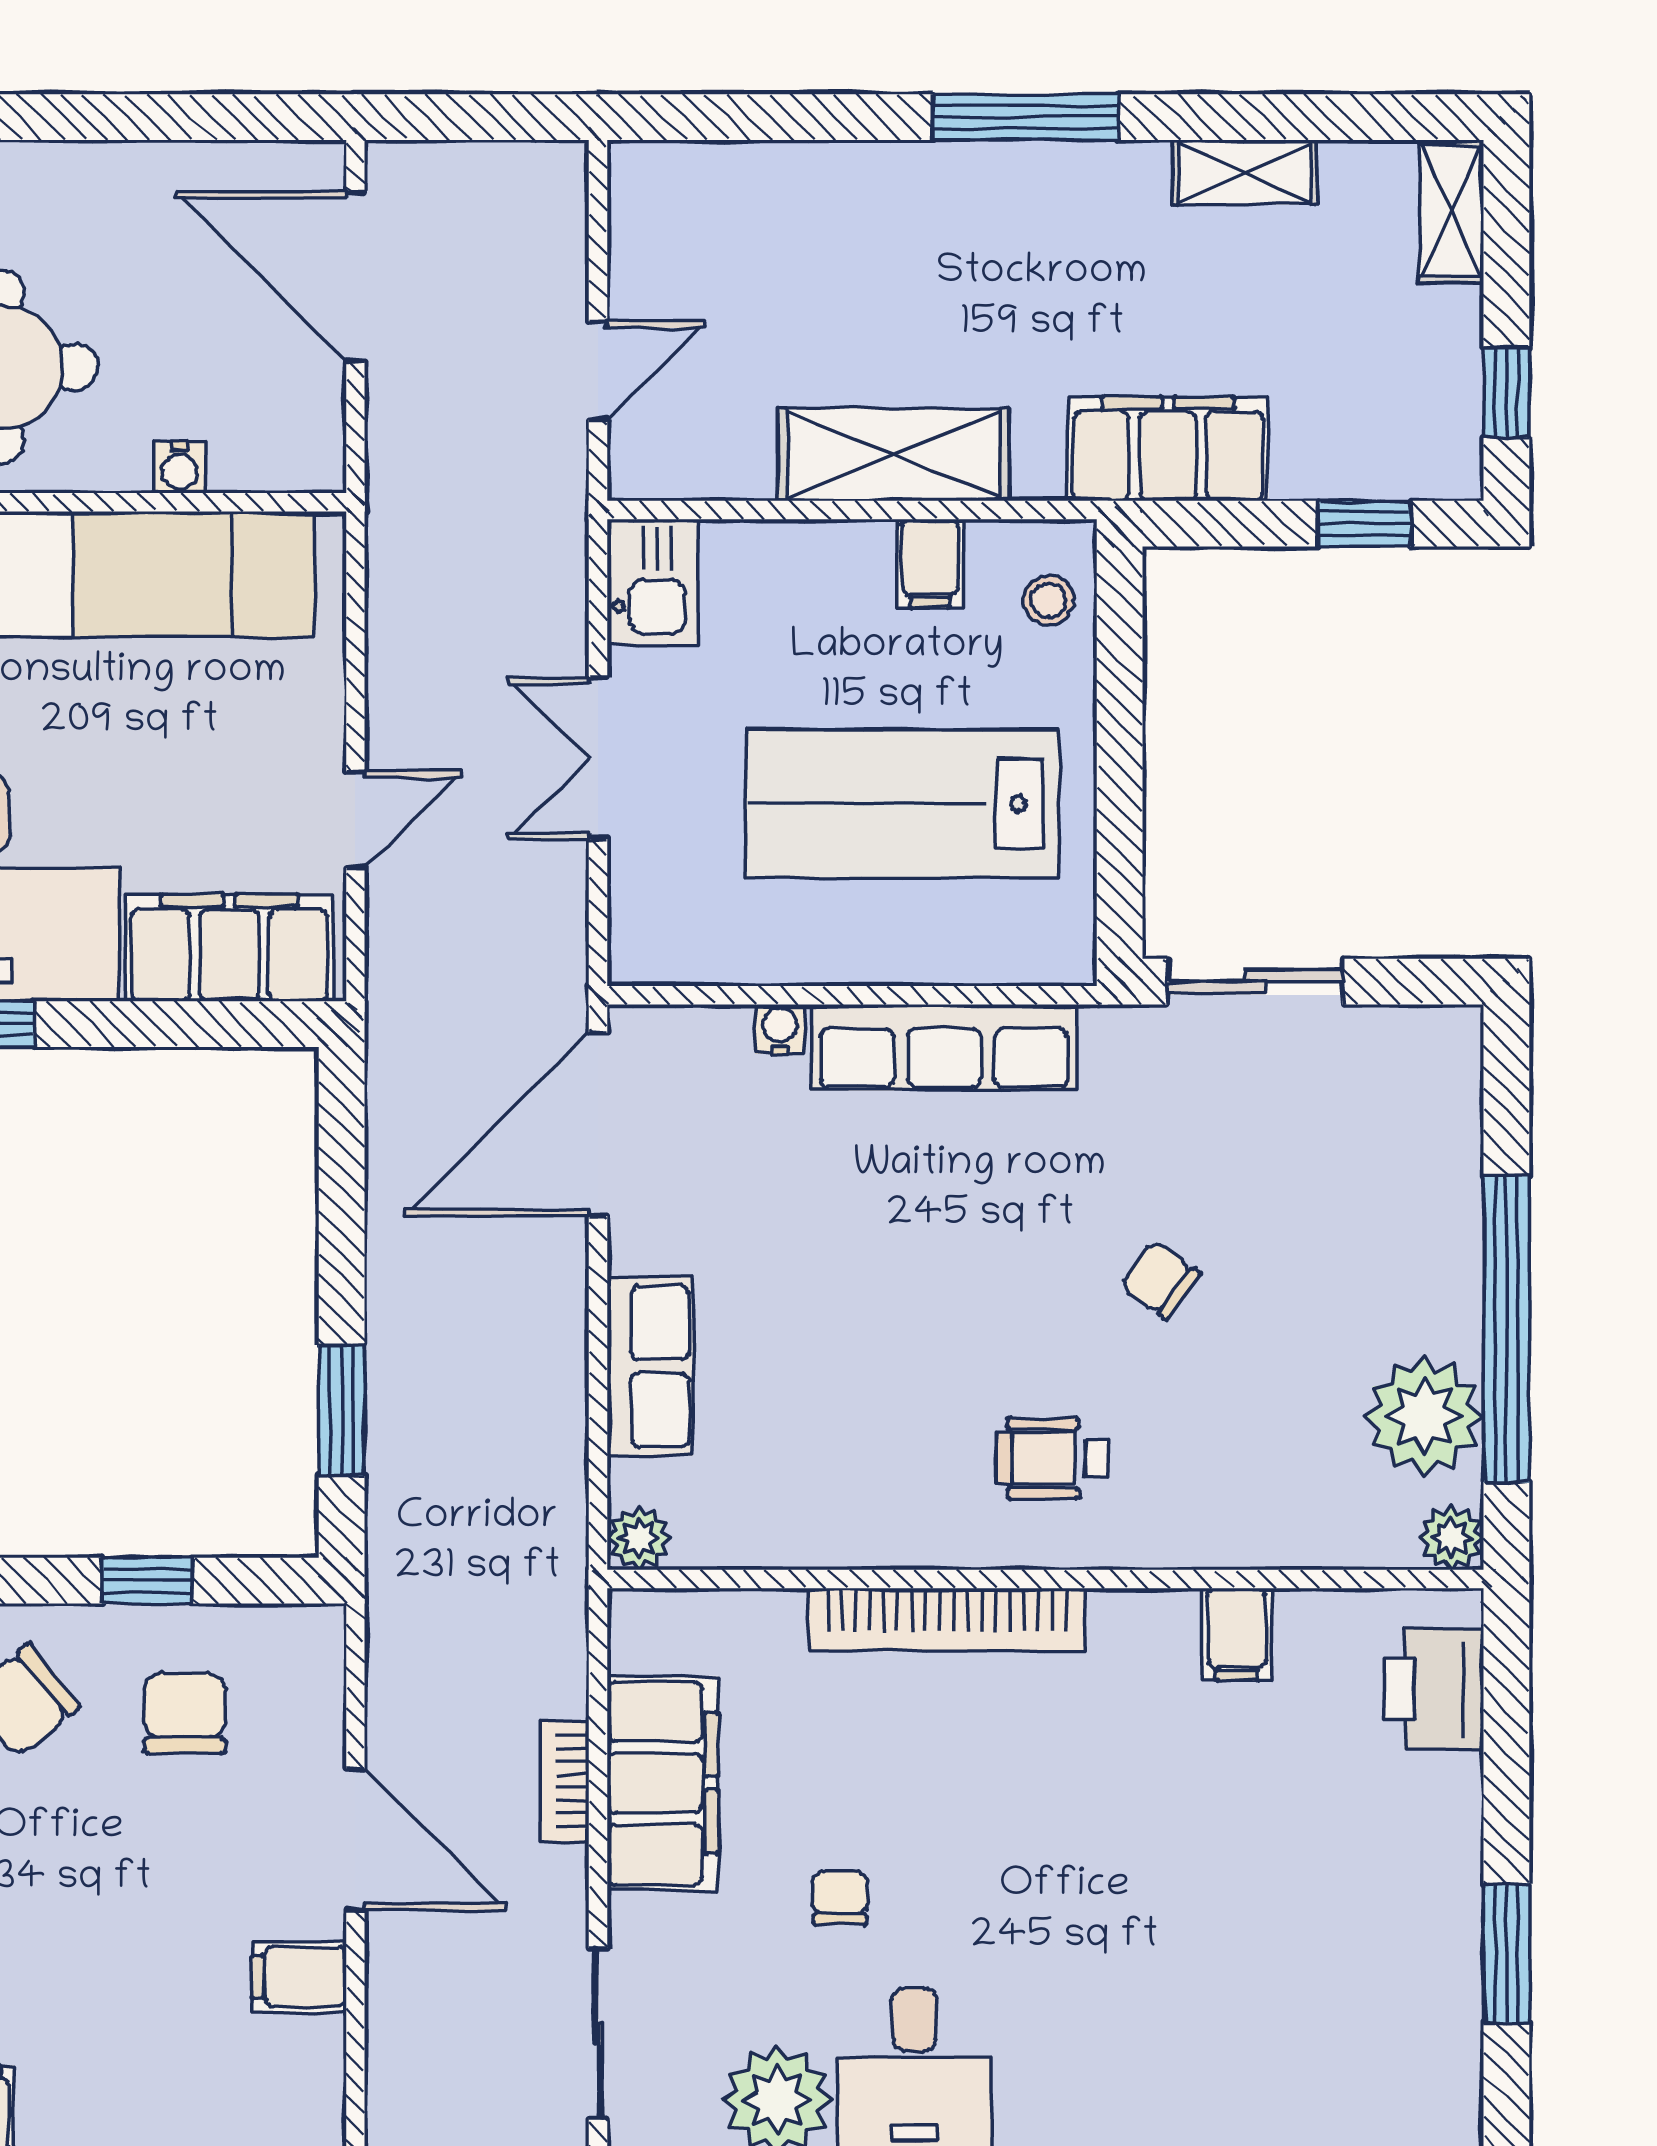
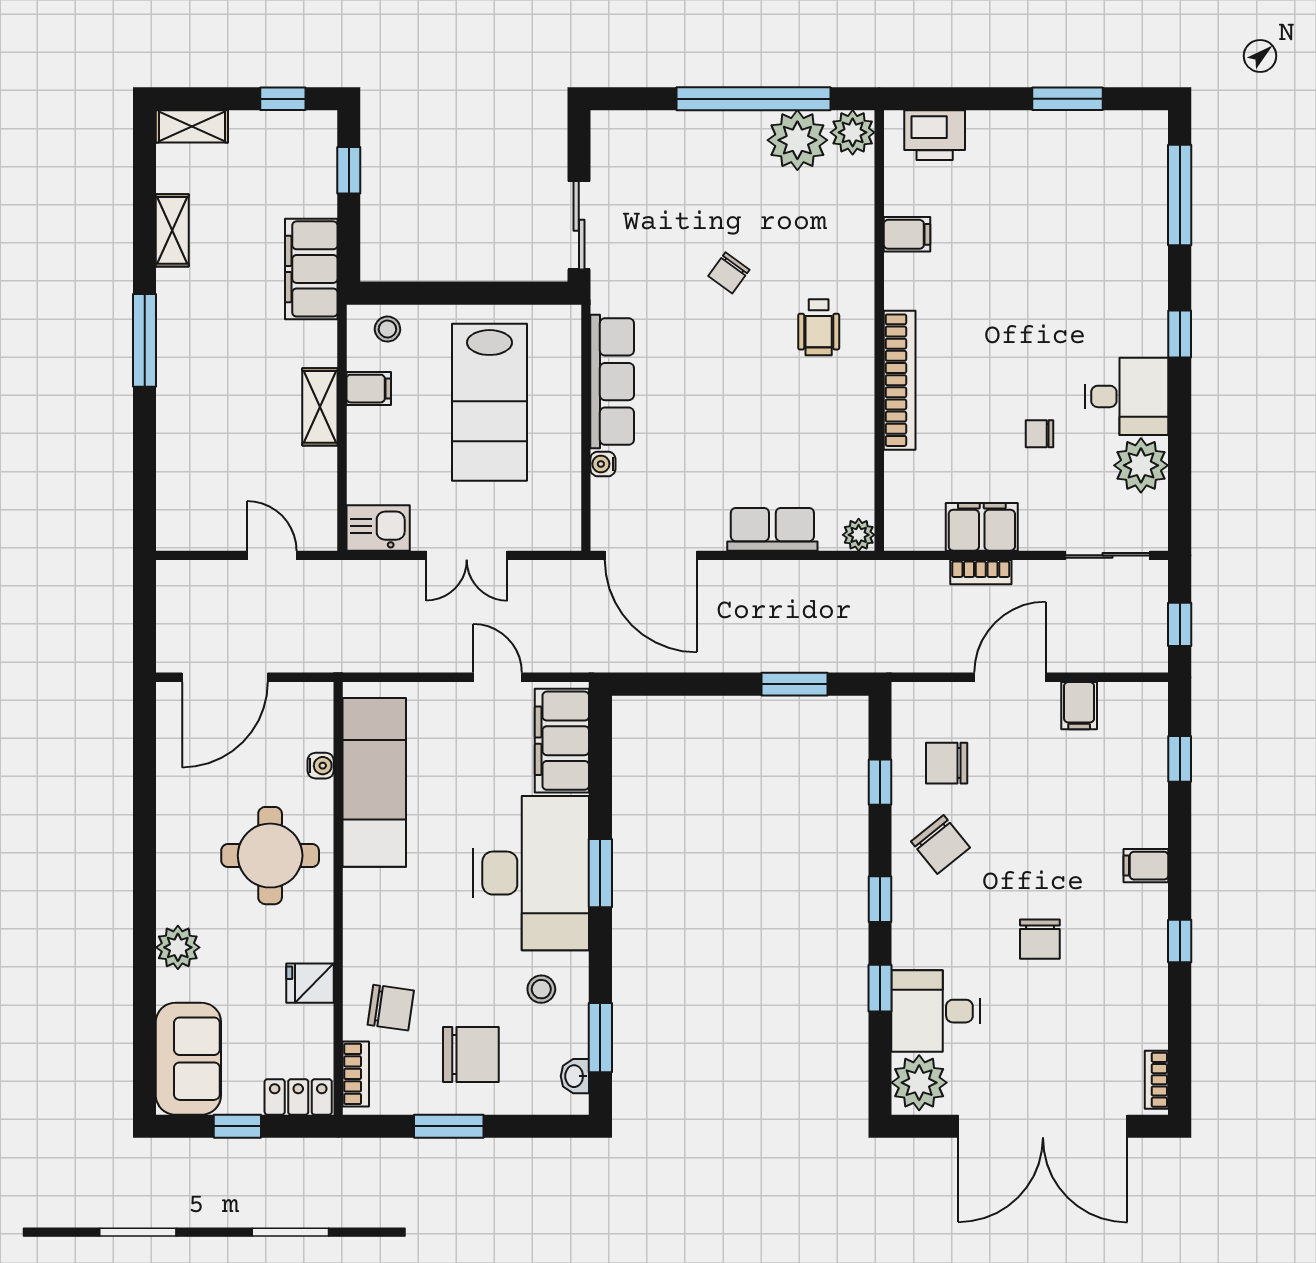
shelving: (893, 455) -> (320, 407), width x0.67, depth x0.75
plant: (1452, 1538) -> (853, 132), width x1.38, depth x1.38
filing cabinet: (663, 1783) -> (982, 527), width x0.67, depth x0.86

